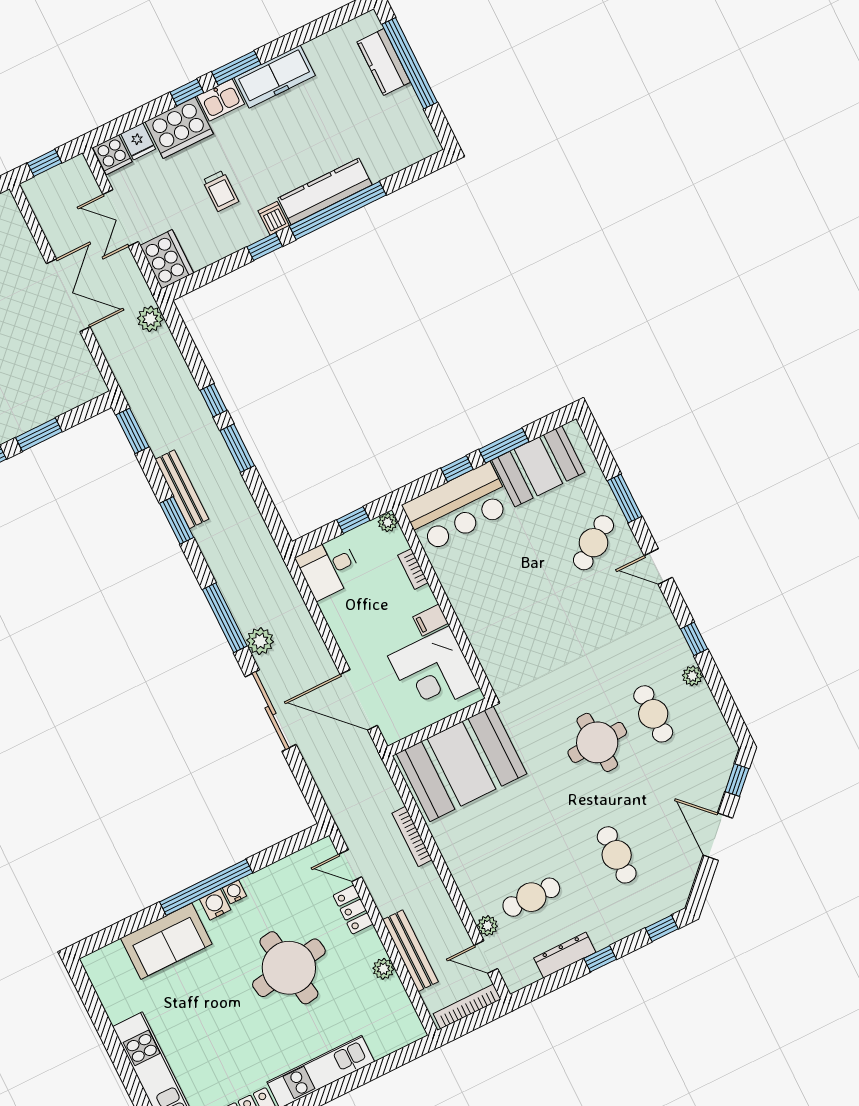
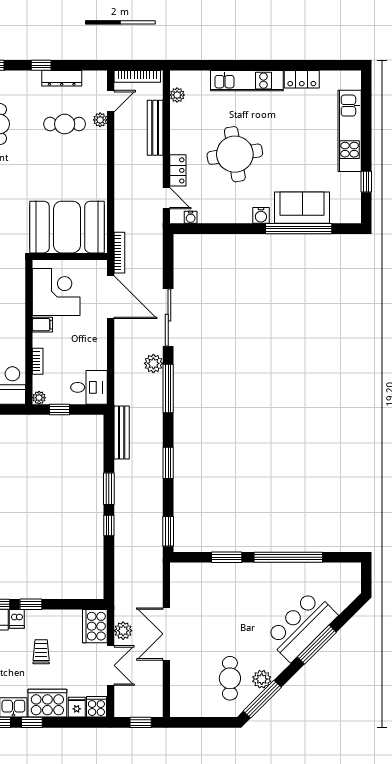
plant: (150, 319) -> (123, 631), moved
bench: (182, 489) -> (122, 432), moved
bookcase: (412, 837) -> (119, 253), moved
window: (206, 887) -> (299, 229), moved
water cooler: (234, 892) -> (191, 217), moved
door: (486, 957) -> (111, 101), hinge flipped
plant: (383, 969) -> (177, 95), moved
window: (99, 1017) -> (366, 182), added

